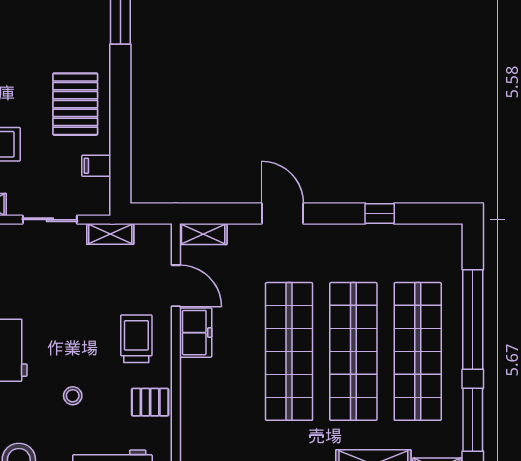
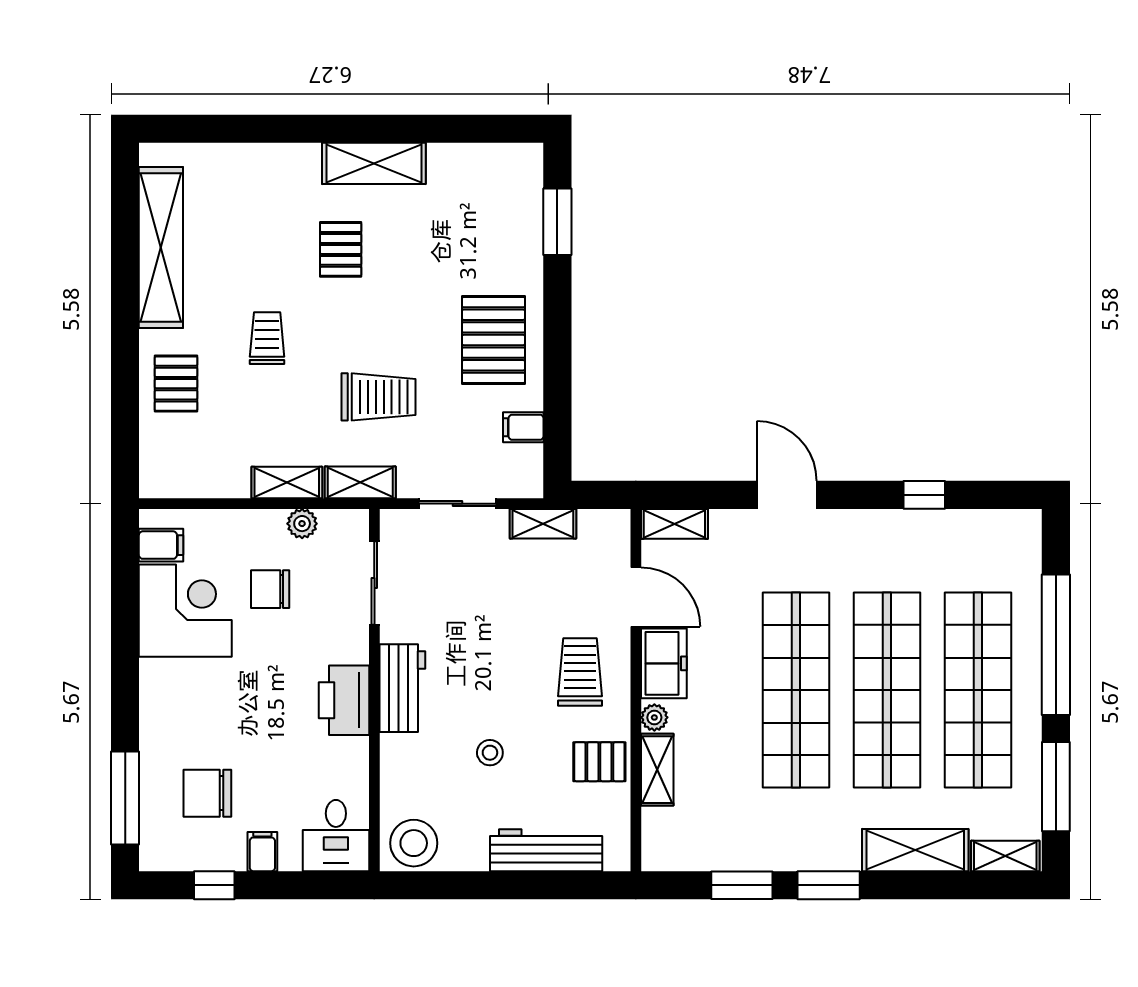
plant: (189, 371) -> (654, 717), added
shelving: (191, 408) -> (657, 770), added

